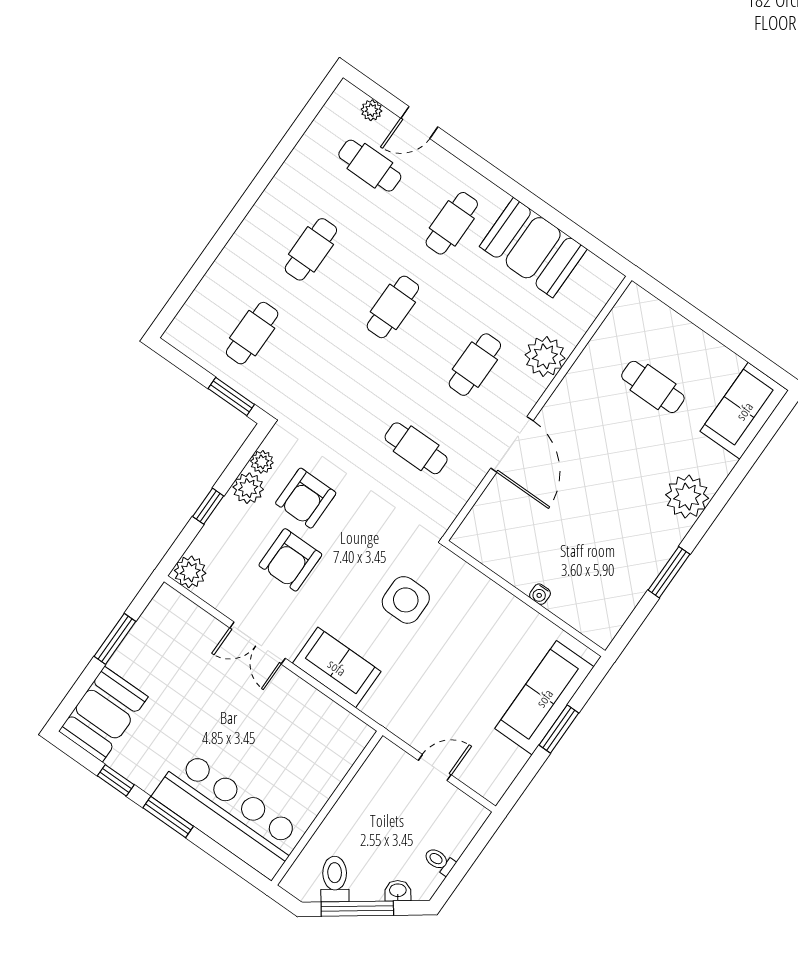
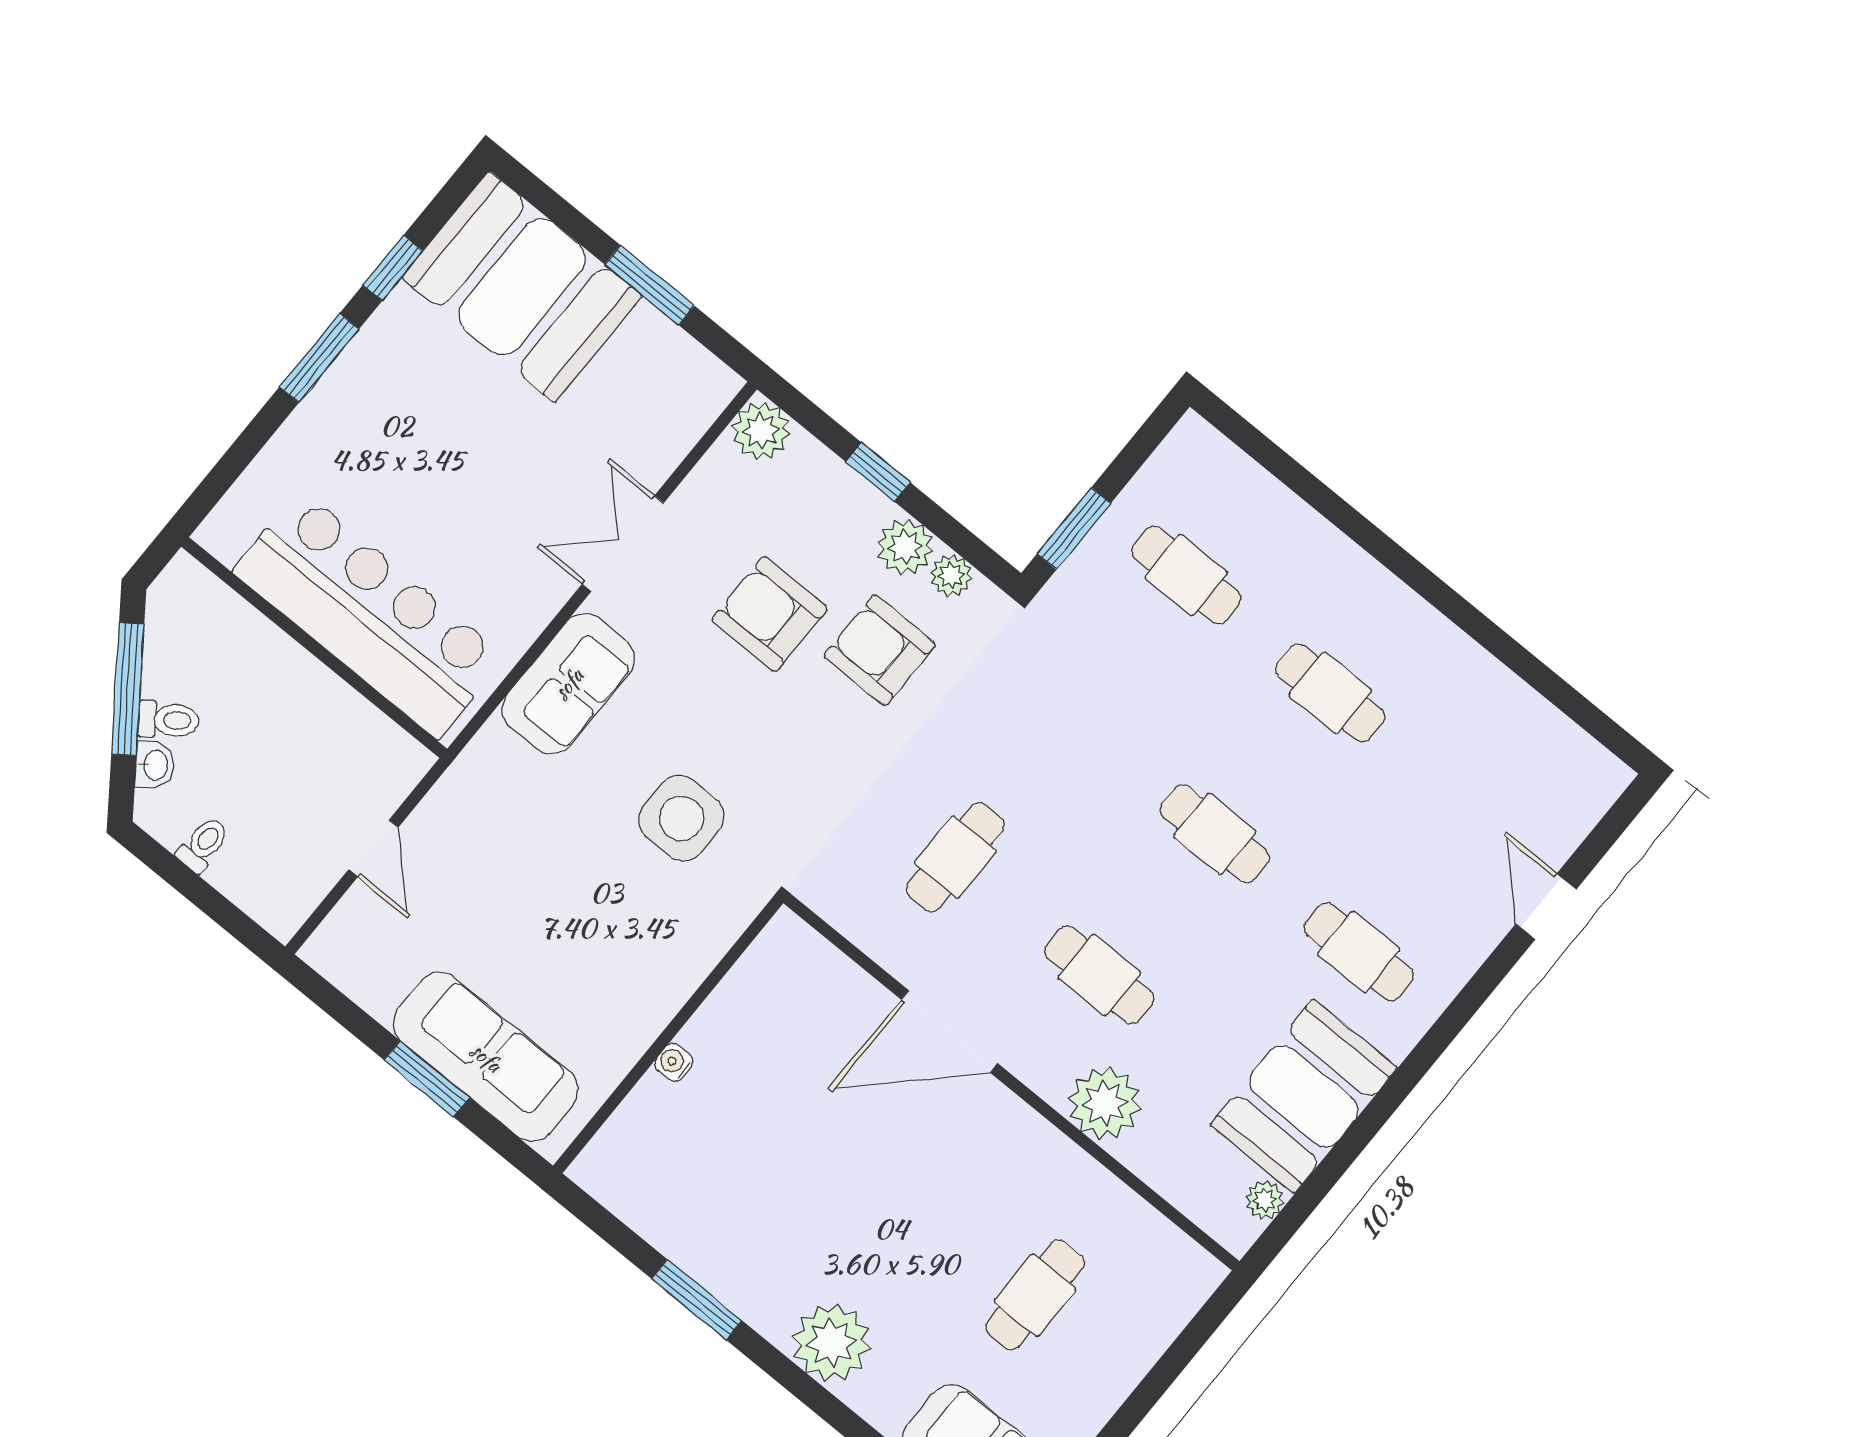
plant: (371, 110) -> (1265, 1200), moved
cafe table: (370, 166) -> (1474, 811), removed
booth: (103, 714) -> (522, 287), width x1.36, depth x1.42
bar counter: (229, 814) -> (369, 614), moved, turned -90
toilet: (335, 879) -> (169, 720), moved, width x0.73, depth x0.72

